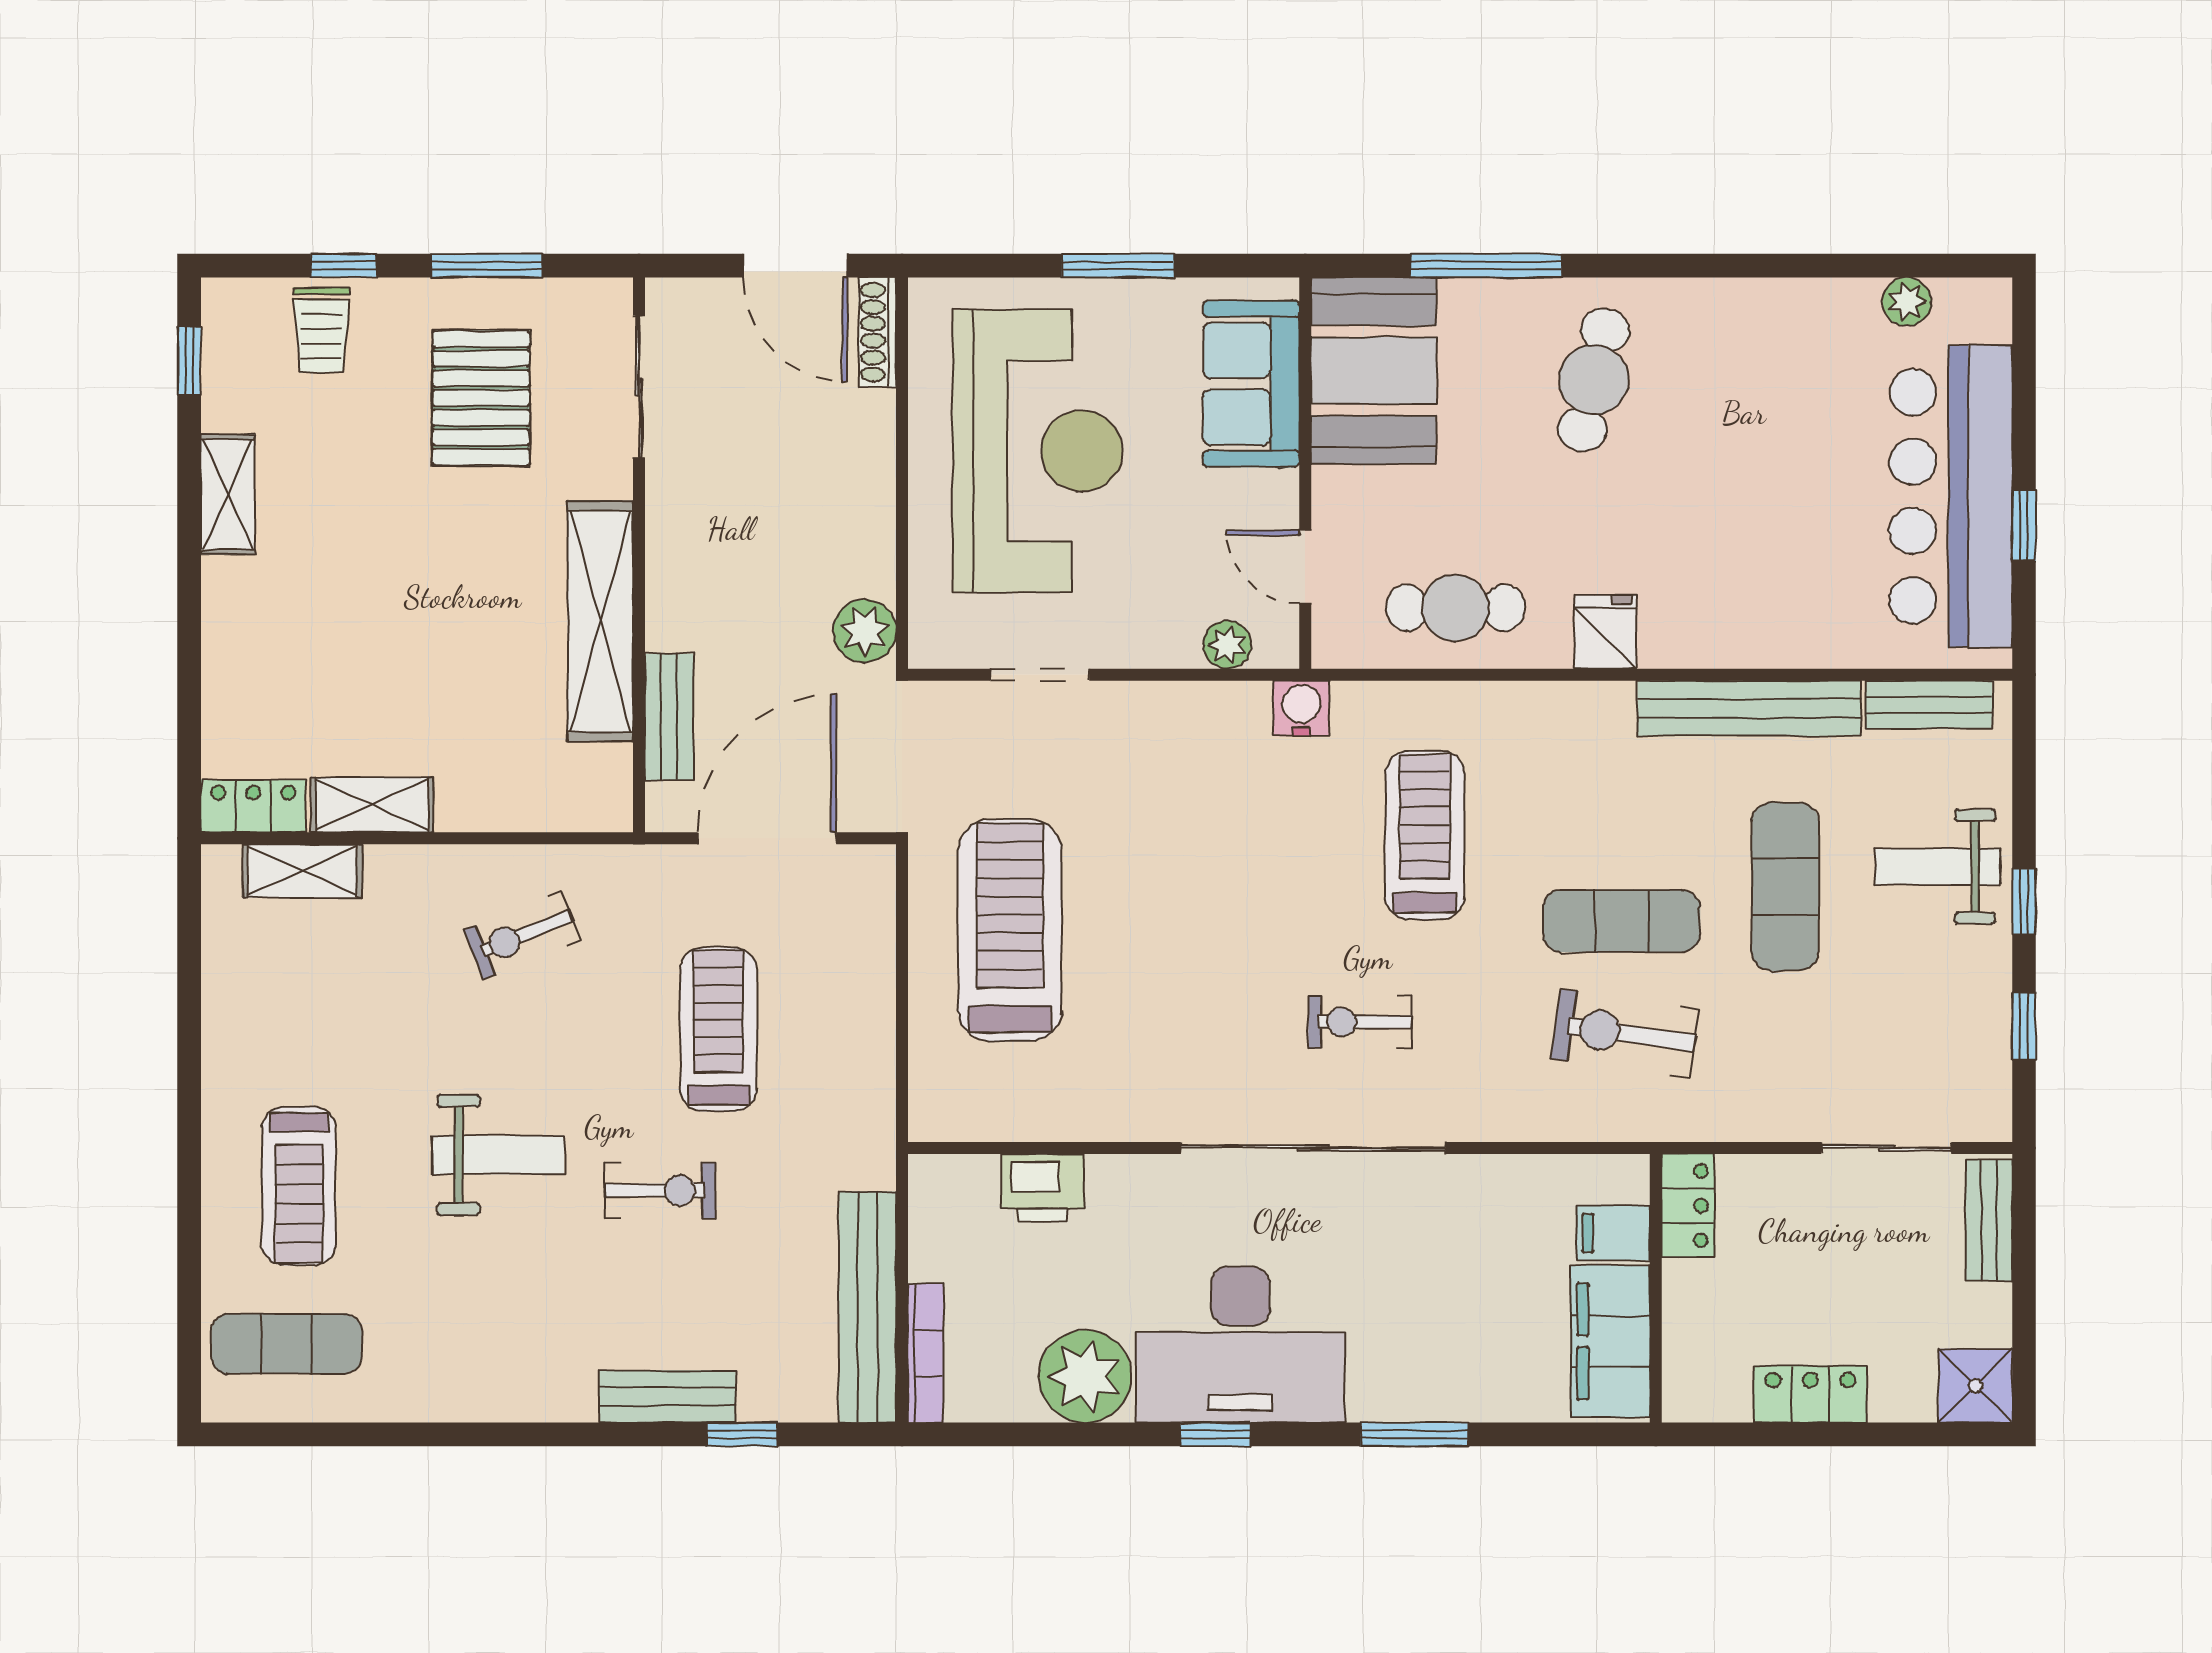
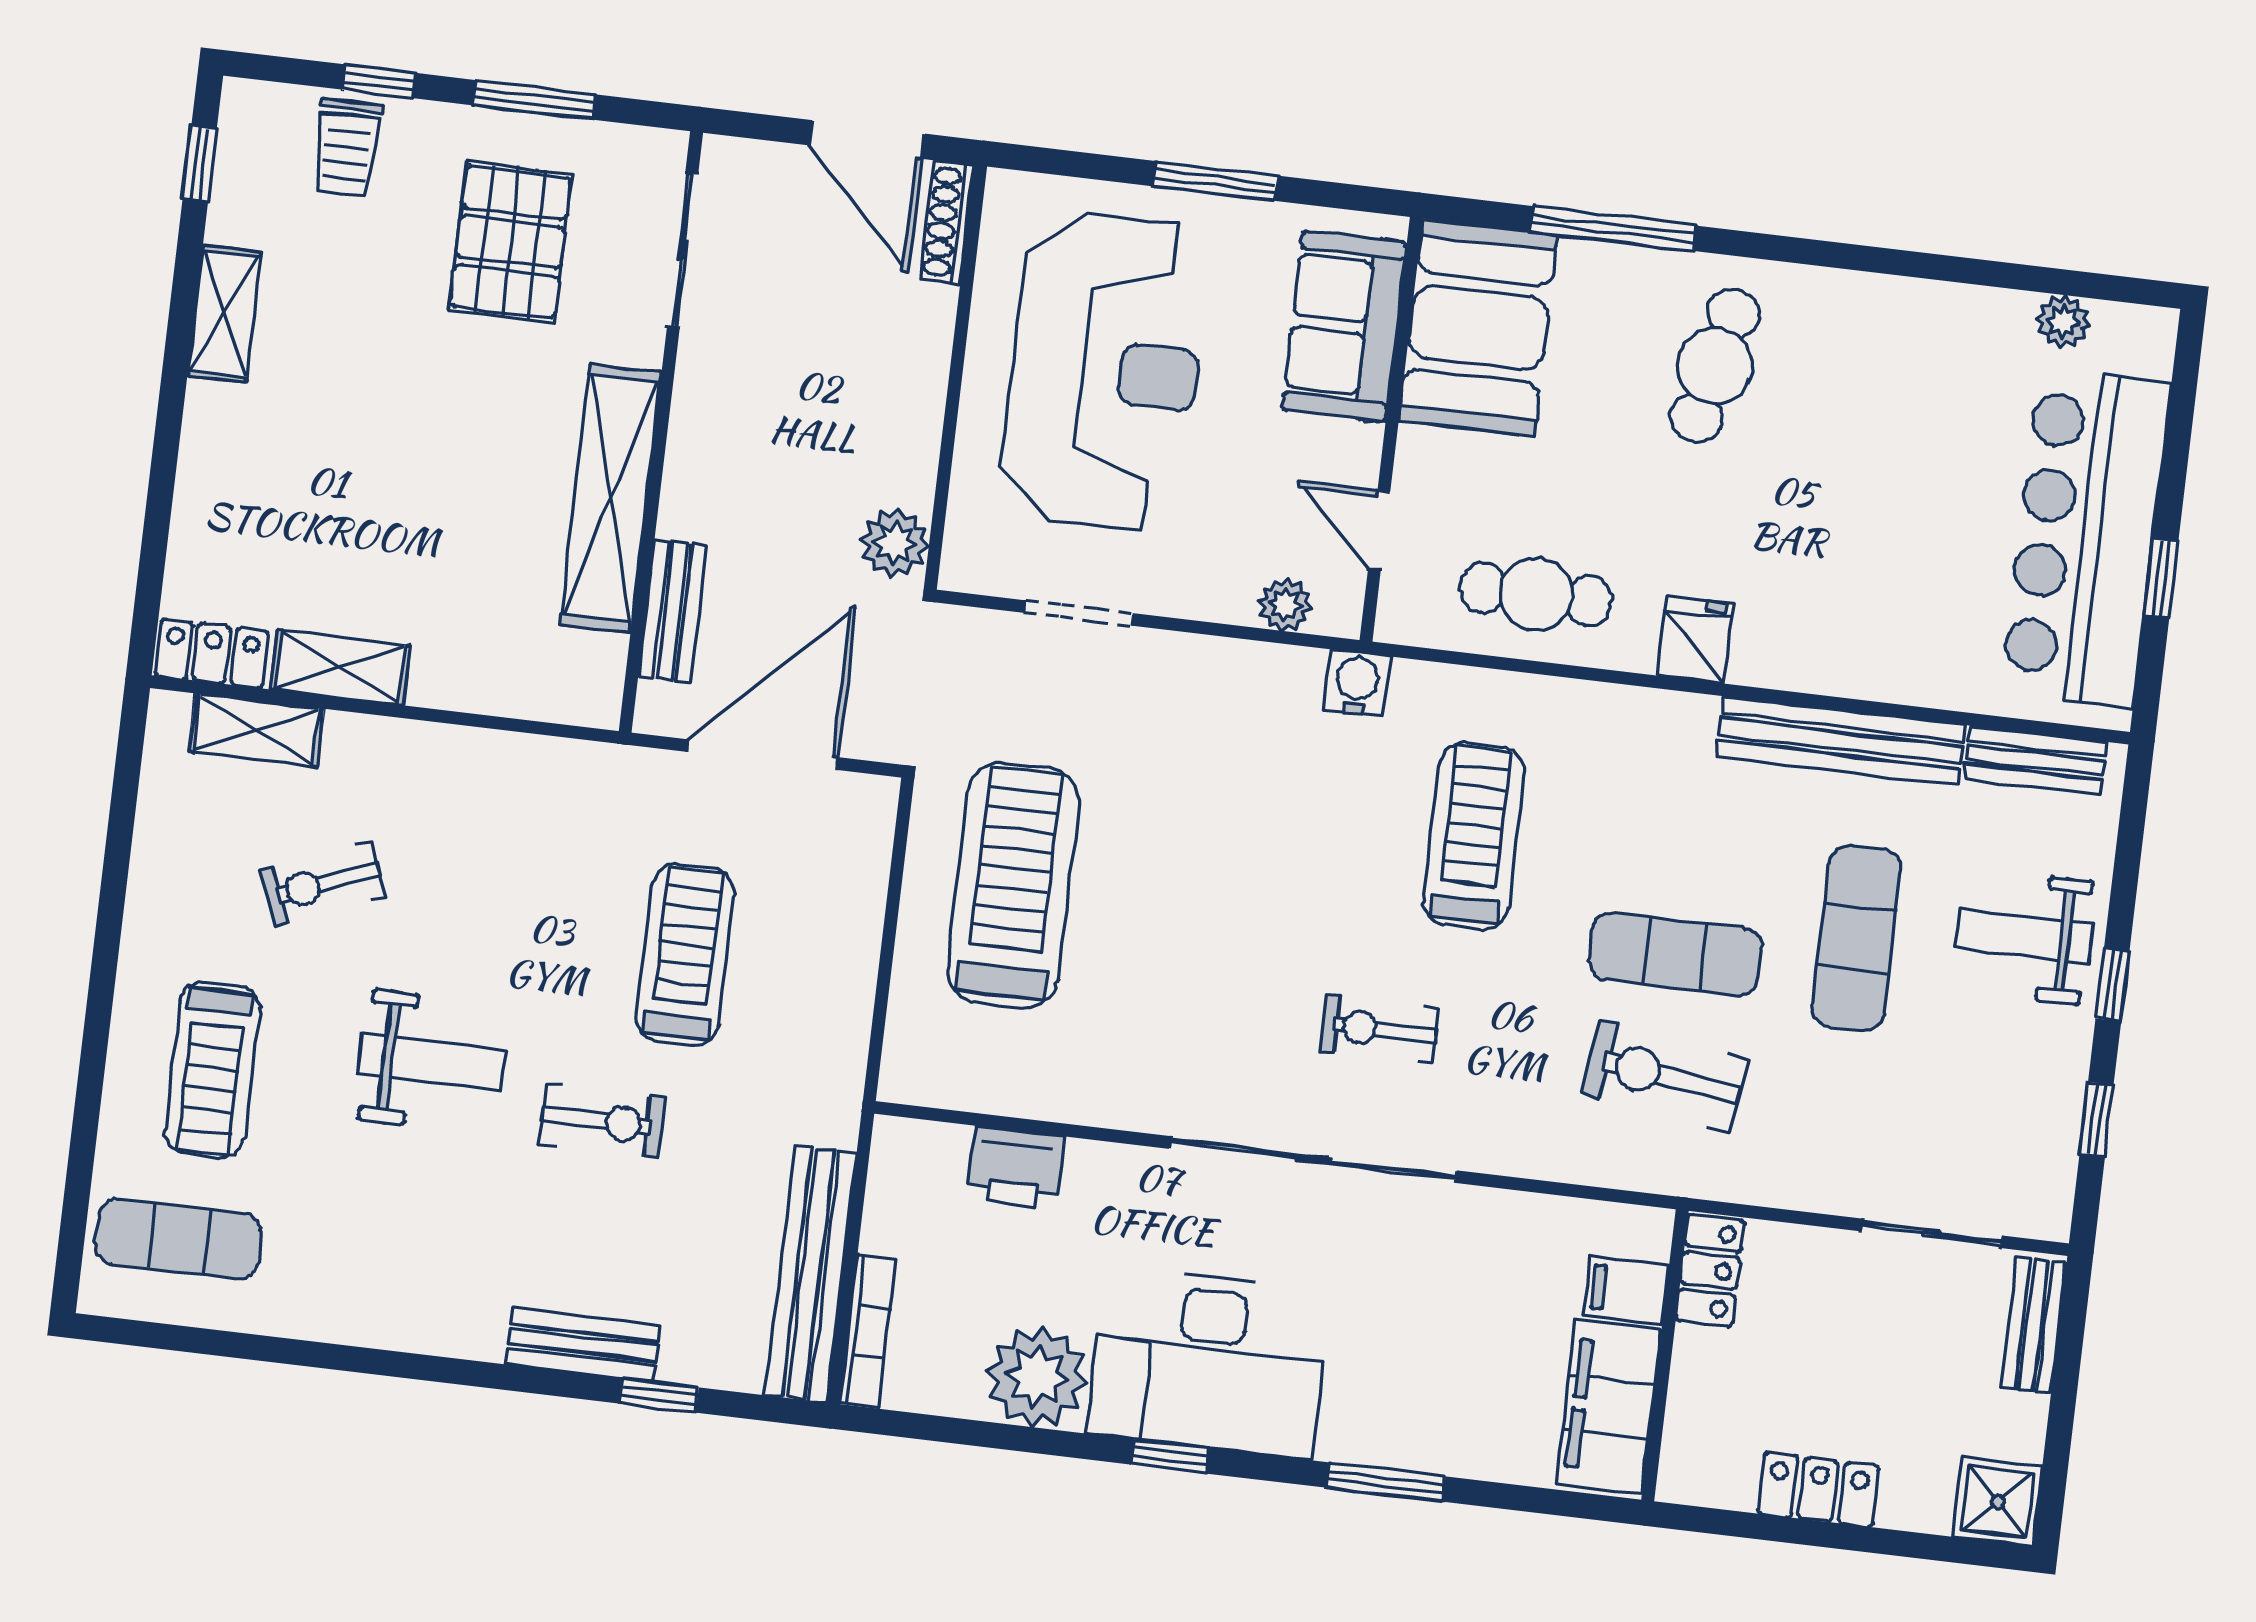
exercise bike: (522, 935) -> (323, 884), moved

